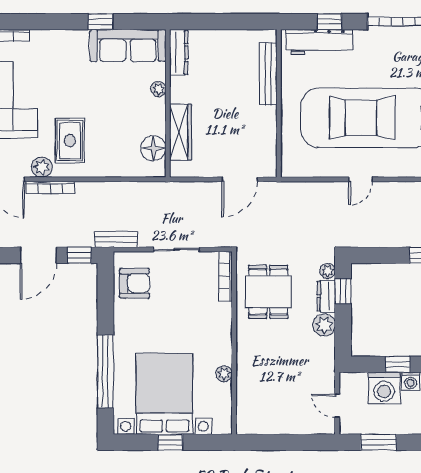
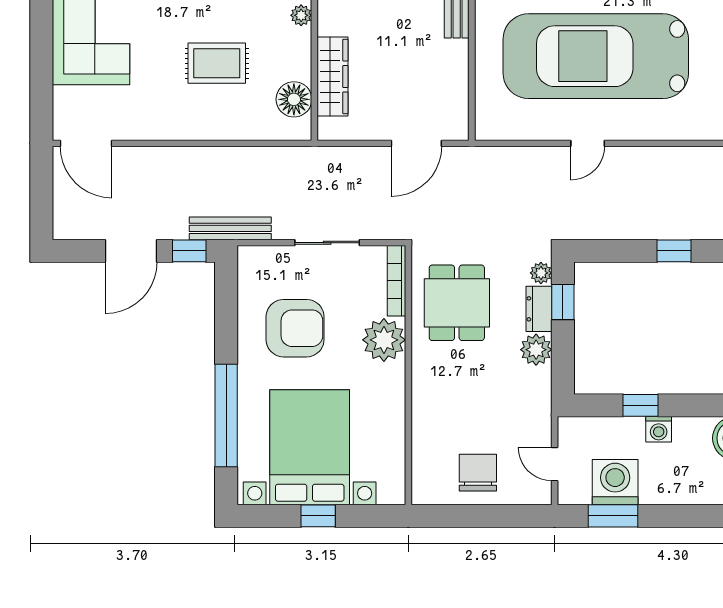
rug: (70, 141) -> (217, 63), moved, turned 90
plant: (42, 167) -> (136, 126), removed
bookcase: (50, 188) -> (148, 155), removed
bench: (116, 239) -> (230, 228), width x1.36
armchair: (134, 283) -> (295, 328), moved, width x1.36, depth x1.36
plant: (224, 374) -> (384, 340), moved, width x1.88, depth x1.88
washing machine: (384, 388) -> (615, 482), moved, turned 180
chair: (283, 412) -> (478, 473), added

